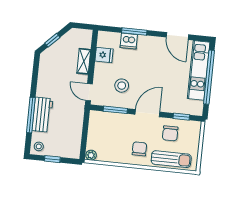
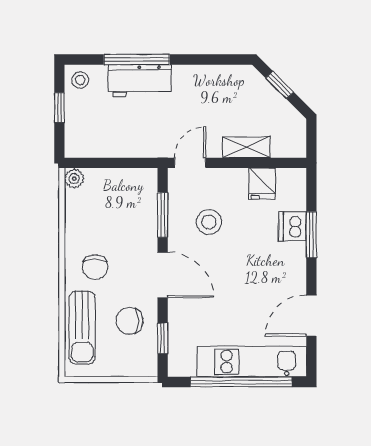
chair: (139, 149) -> (95, 267), turned 90

